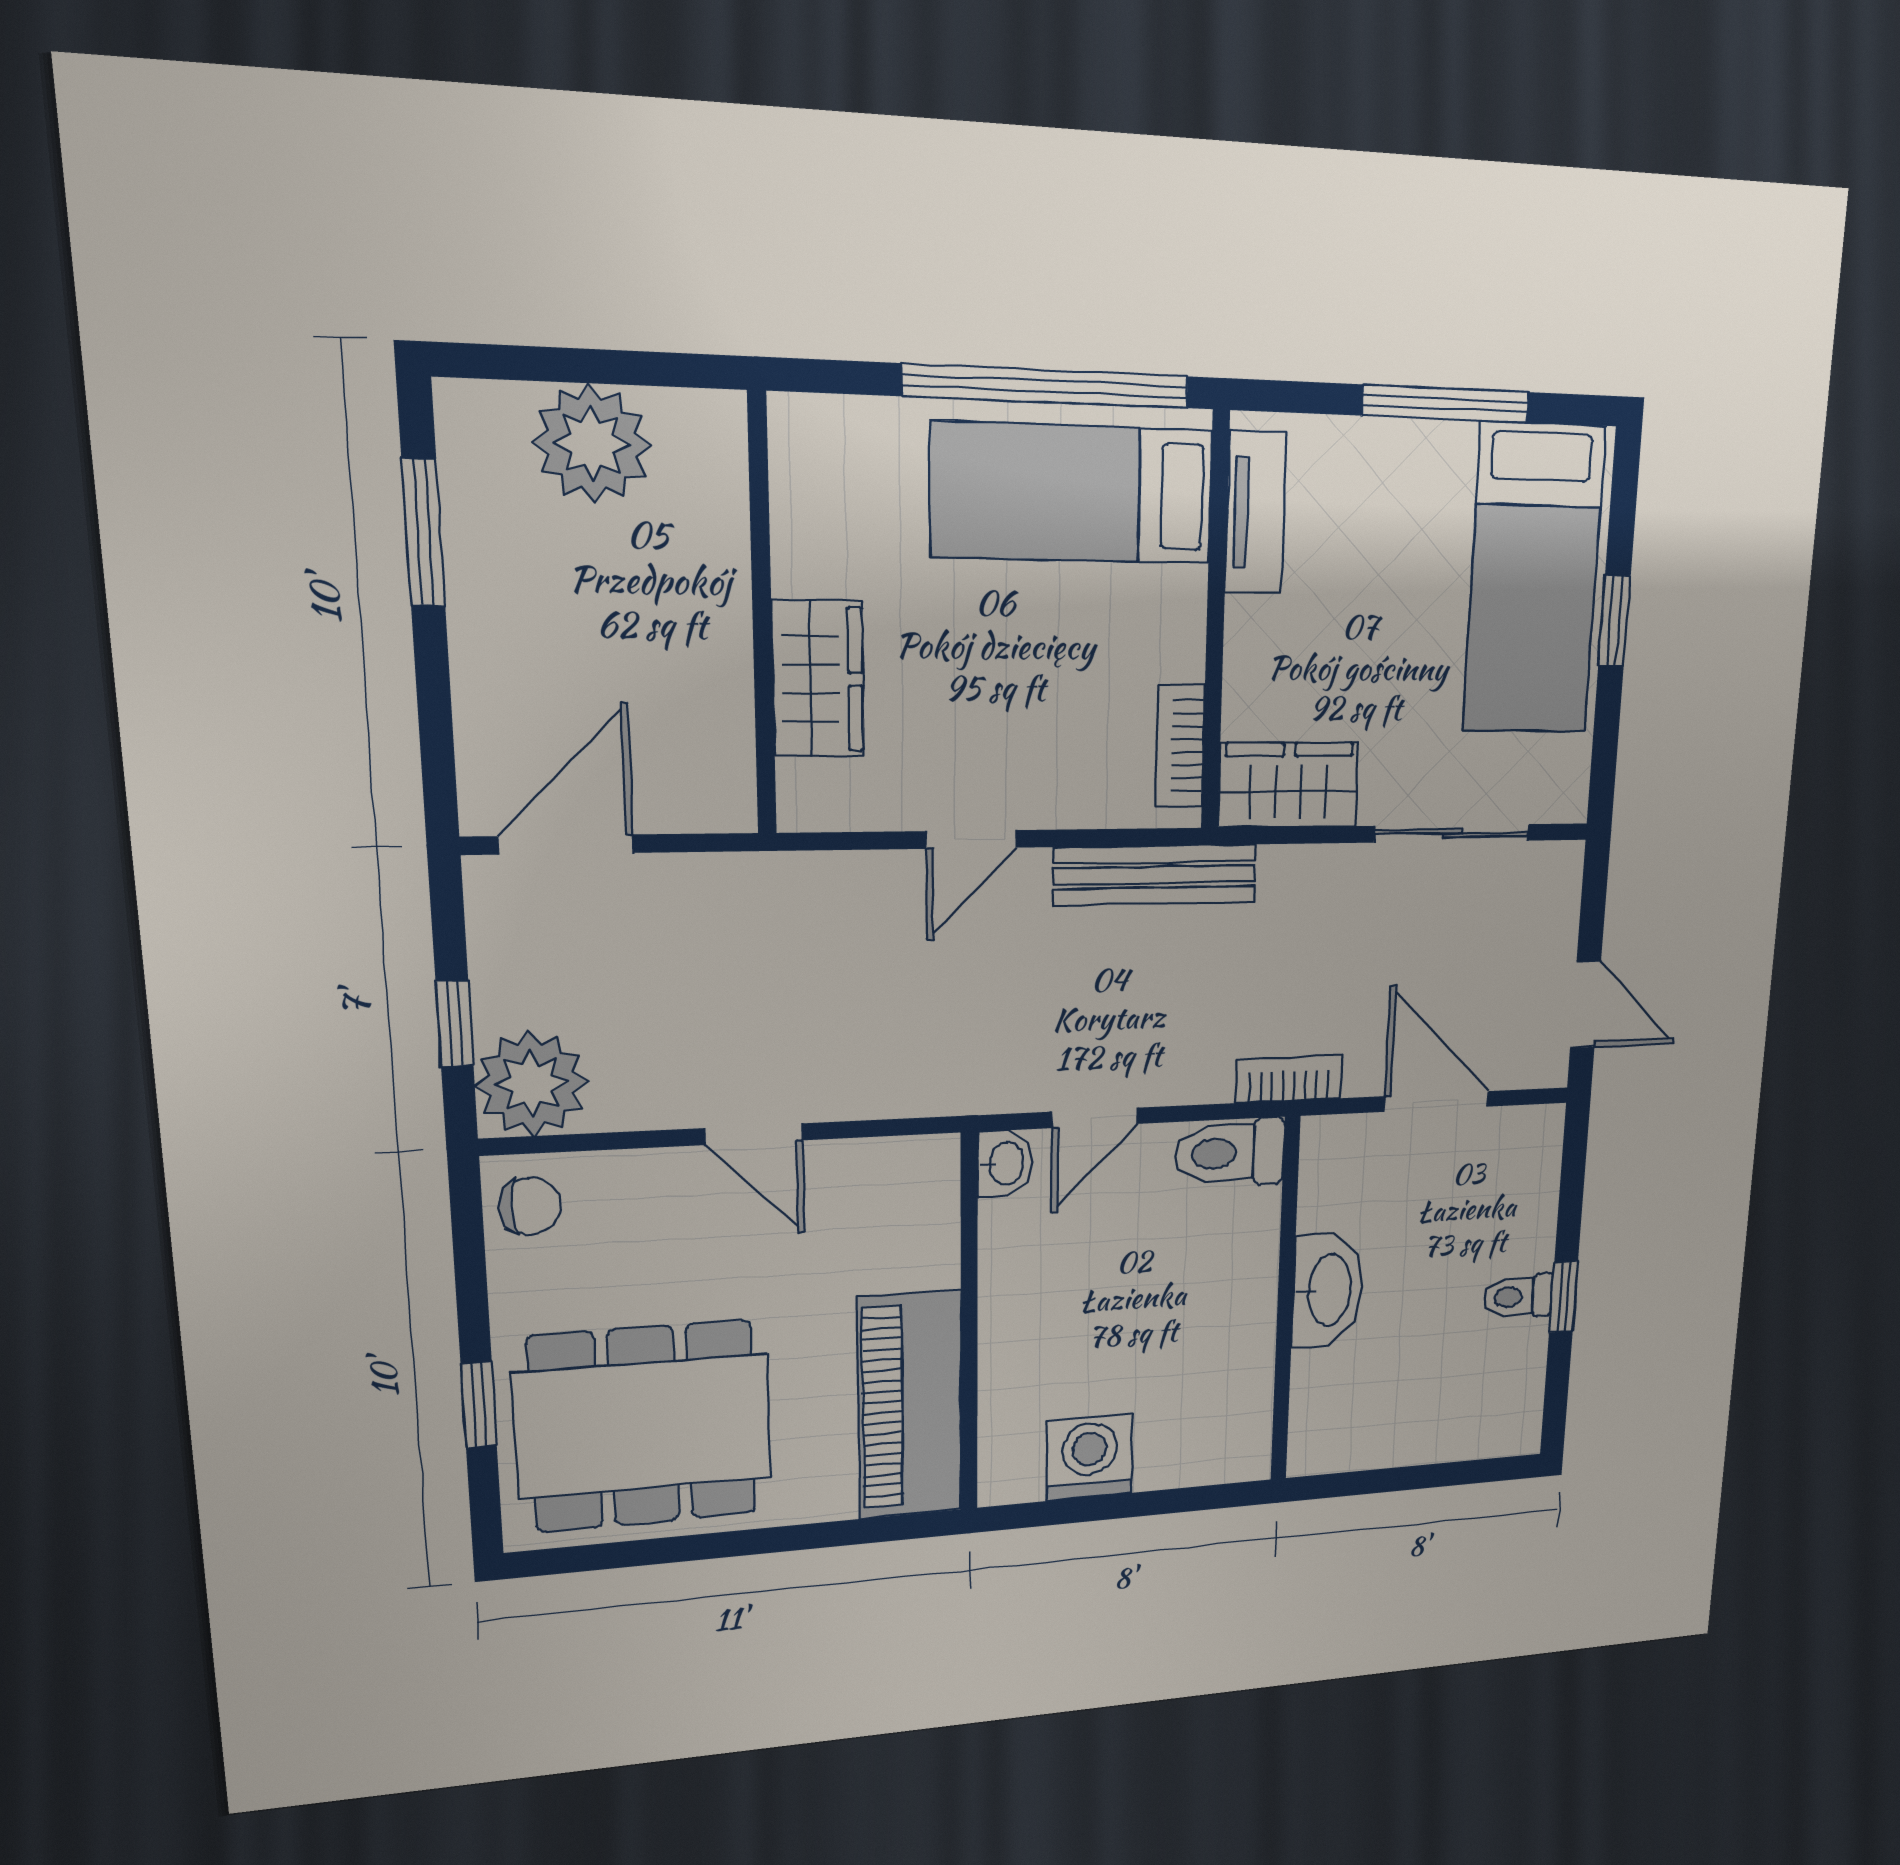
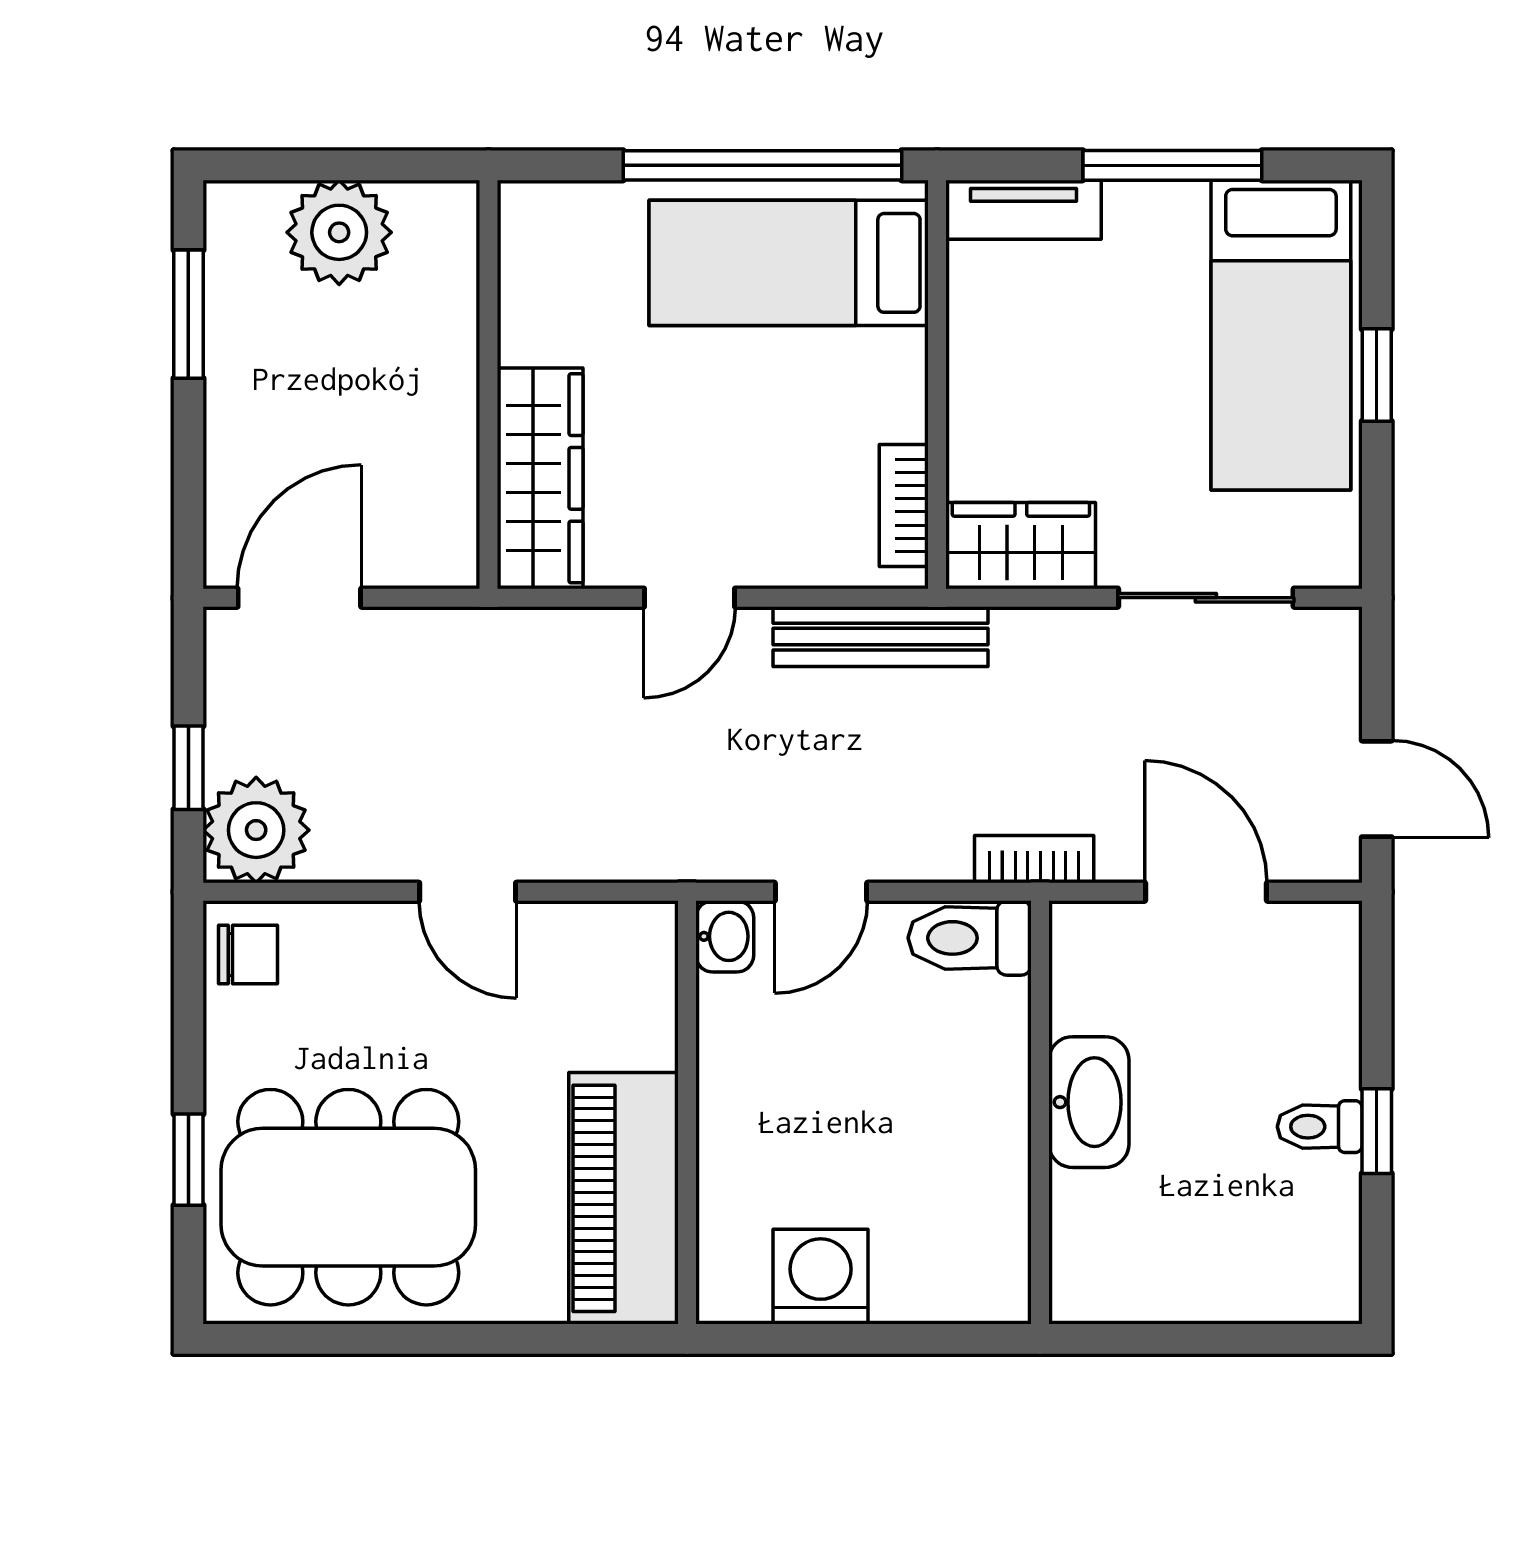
tv unit: (1255, 513) -> (1023, 210), moved, turned 90
wardrobe: (818, 679) -> (540, 478), width x1.50

